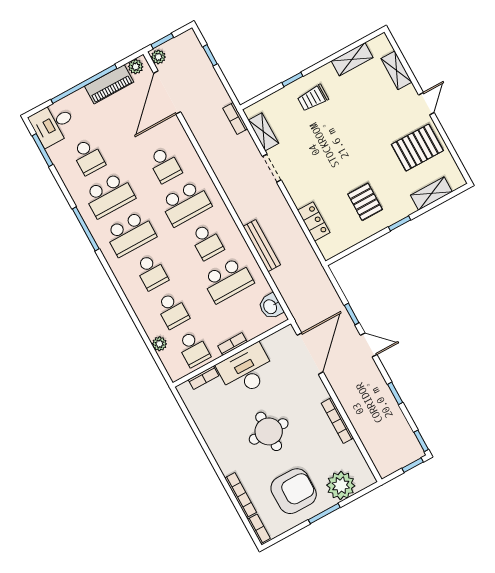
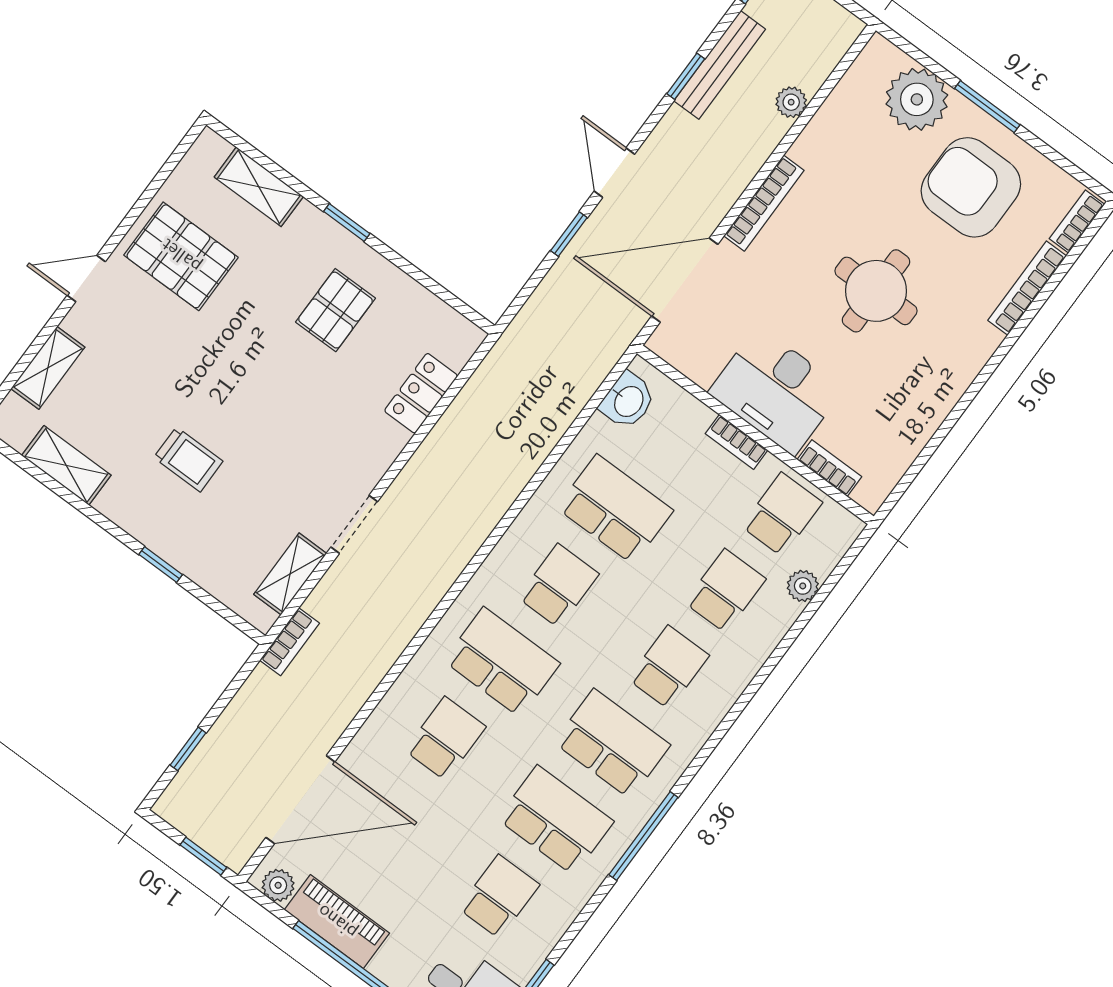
plant: (158, 57) -> (791, 102), moved
trolley: (313, 98) -> (188, 459), moved
bench: (262, 246) -> (720, 65), moved
bookcase: (337, 421) -> (764, 203), moved

